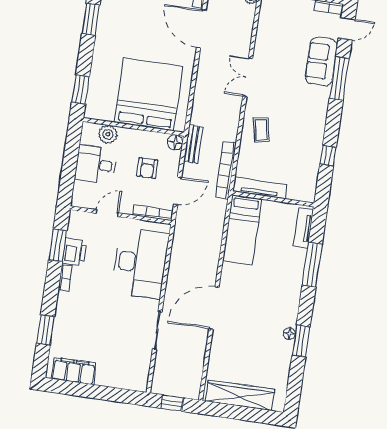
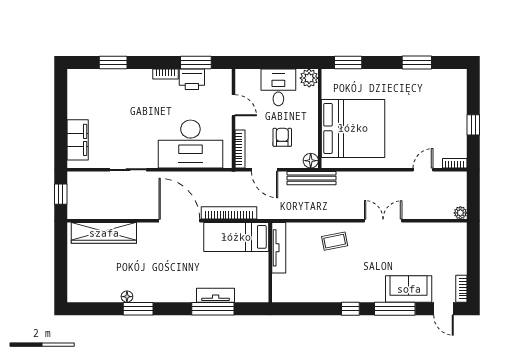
door: (201, 29) -> (423, 170), width x0.53
plant: (108, 134) -> (309, 78), moved
bench: (193, 144) -> (311, 178), width x1.36
window: (328, 156) -> (350, 309), moved
armchair: (147, 168) -> (282, 137), turned 90
bookcase: (226, 170) -> (229, 213), moved
tv unit: (303, 228) -> (216, 295), moved
door: (214, 308) -> (179, 221), moved
floor lamp: (289, 334) -> (127, 297), moved
filing cabinet: (74, 371) -> (78, 140), moved
wardrobe: (240, 395) -> (104, 233), moved, turned 90

